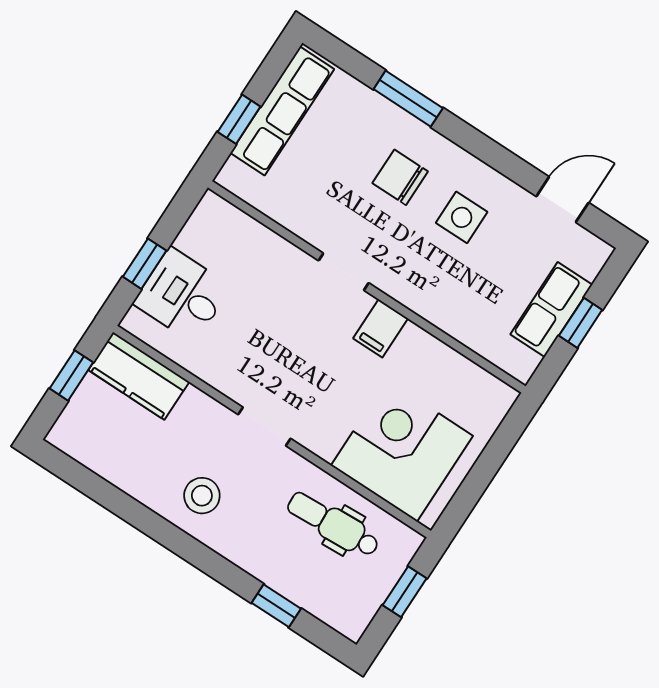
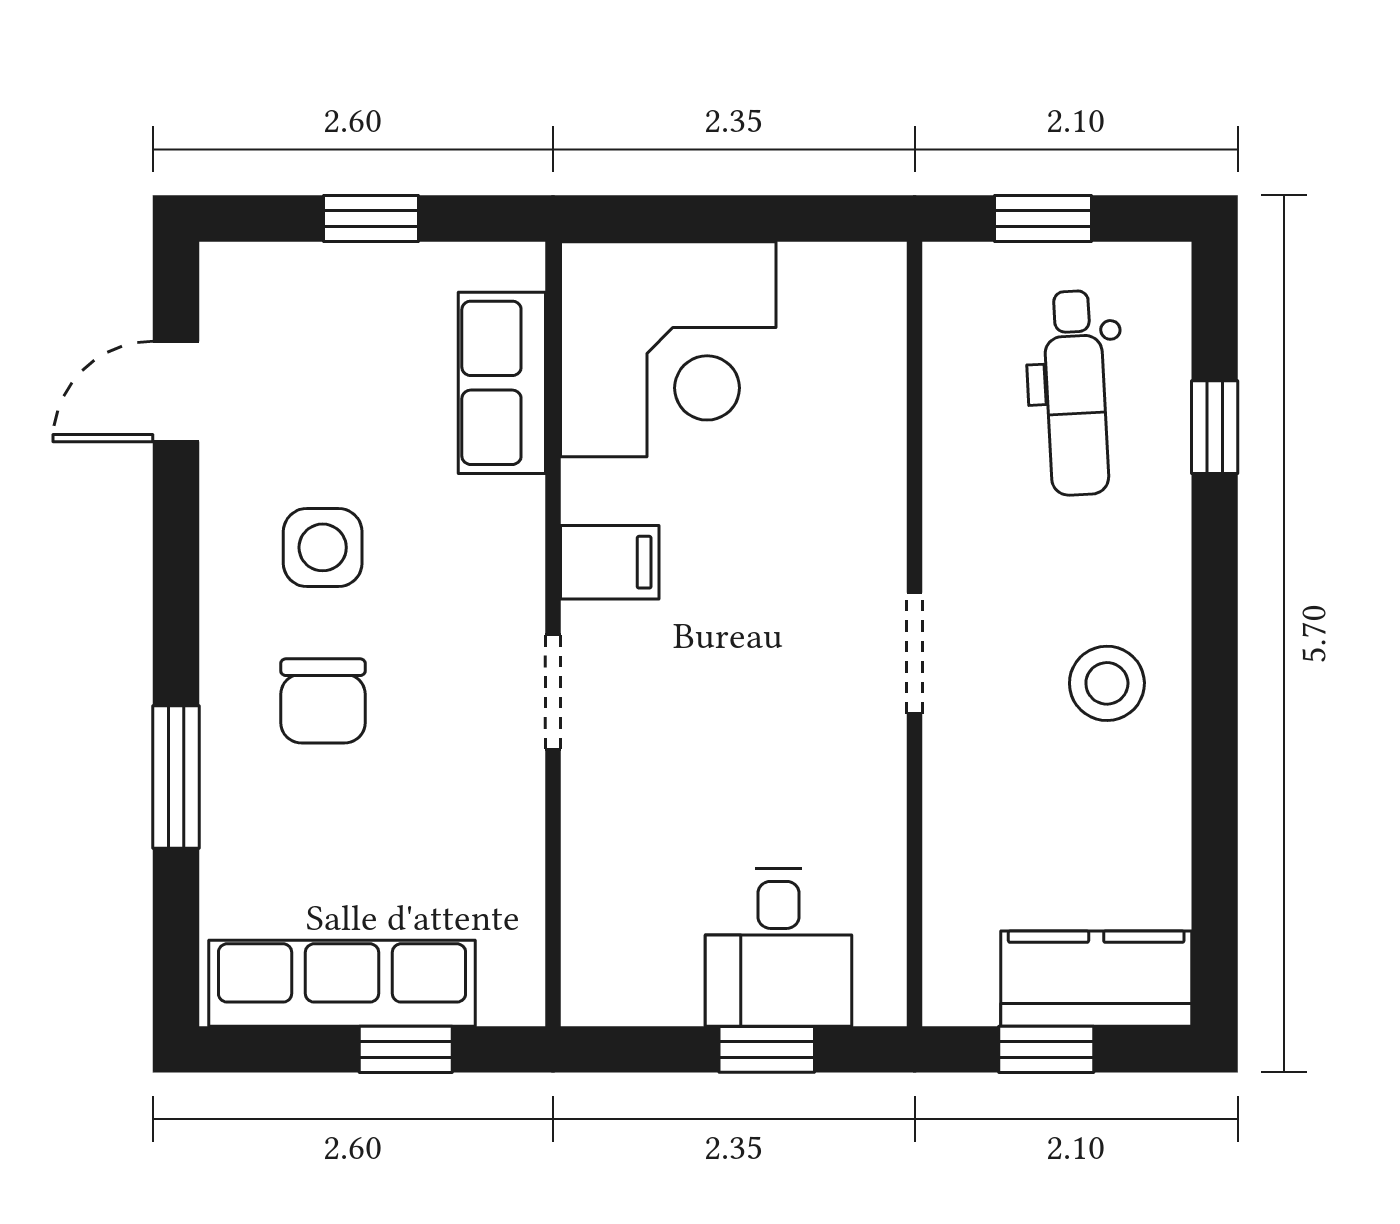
door: (562, 200) -> (176, 391), hinge flipped
row of seats: (551, 309) -> (502, 383), moved, turned 90
kitchen counter: (139, 376) -> (1096, 979), moved, turned -90
corner desk: (402, 451) -> (668, 349), moved, turned -90
dental chair: (333, 524) -> (1076, 393), moved

